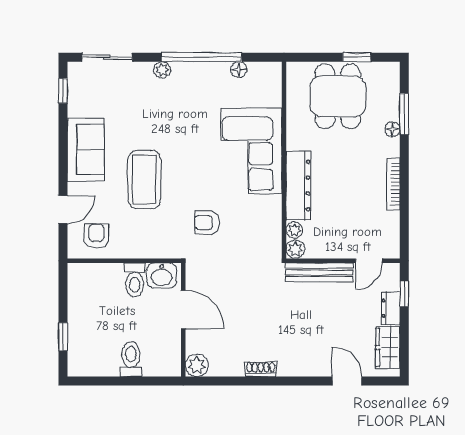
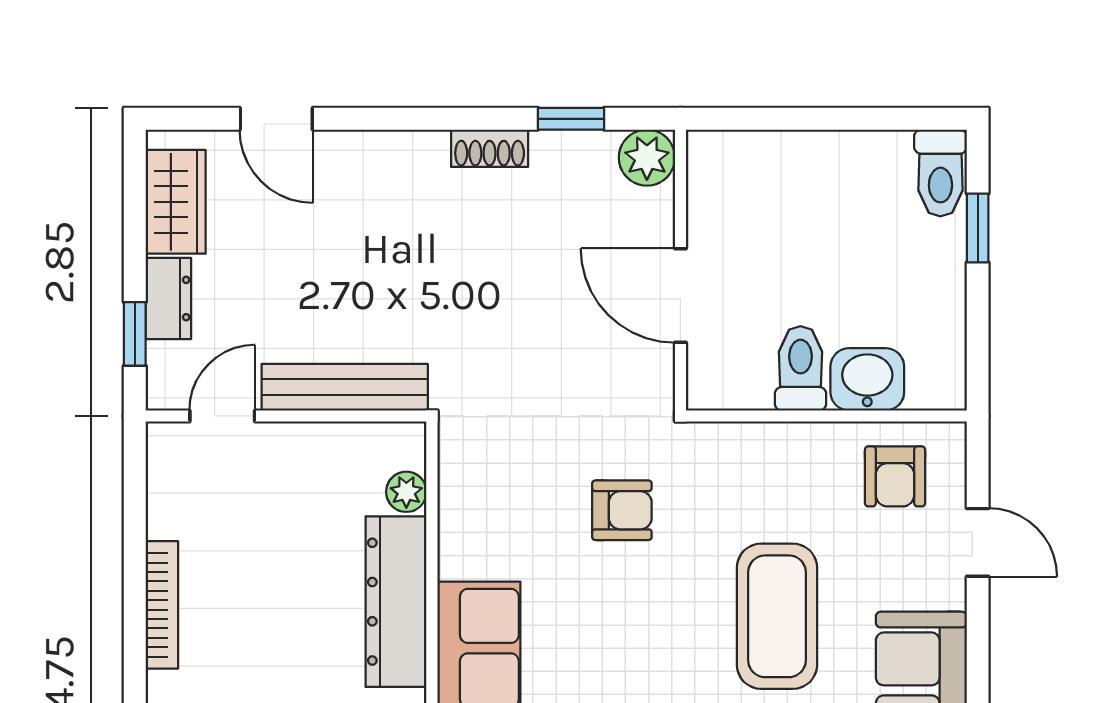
door: (63, 210) -> (978, 542), swing flipped
plant: (295, 249) -> (403, 444), removed
washbasin: (162, 276) -> (867, 379), moved
toilet: (131, 359) -> (940, 173), moved
window: (228, 381) -> (571, 119), added

